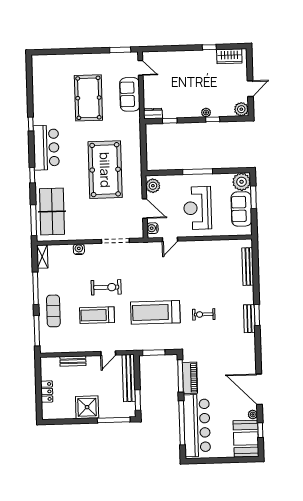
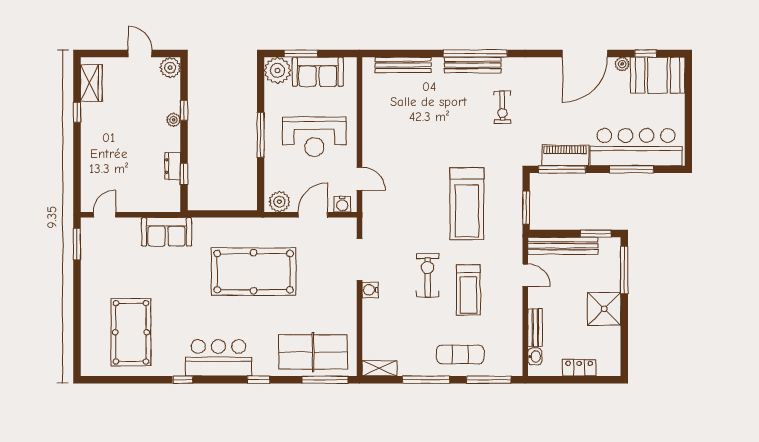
sofa: (130, 94) -> (167, 232), moved
pool table: (88, 98) -> (131, 332), moved, turned 90
dresser: (153, 114) -> (173, 166), moved
water cooler: (79, 249) -> (370, 290), moved
exercise bike: (204, 314) -> (502, 107), moved
window: (257, 315) -> (475, 53), width x2.11
bench: (249, 319) -> (473, 65), width x1.36
washbasin: (53, 361) -> (535, 357), added
window: (182, 423) -> (631, 169), width x0.68

